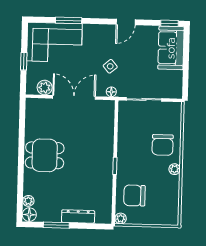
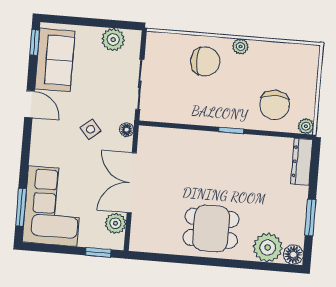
window: (69, 20) -> (21, 207), moved
sofa: (171, 48) -> (55, 60), moved, turned -90
window: (24, 61) -> (98, 252), moved
plant: (175, 79) -> (113, 40), added
dining table: (45, 155) -> (211, 228), turned 90
plant: (28, 201) -> (268, 247), width x1.87, depth x1.87
dresser: (78, 216) -> (302, 162), moved

